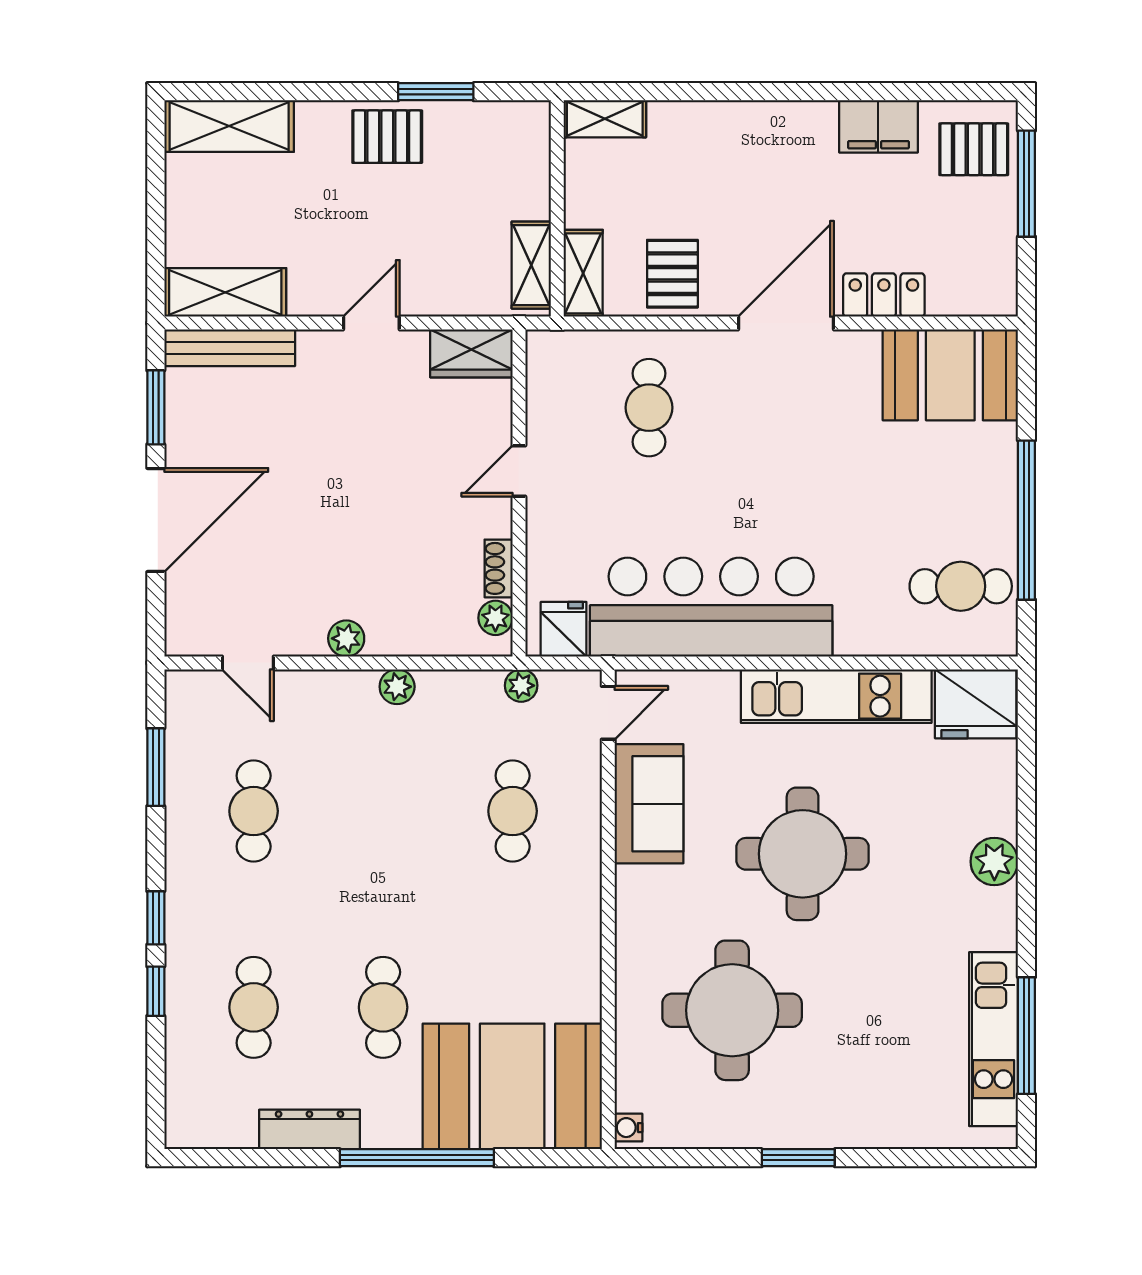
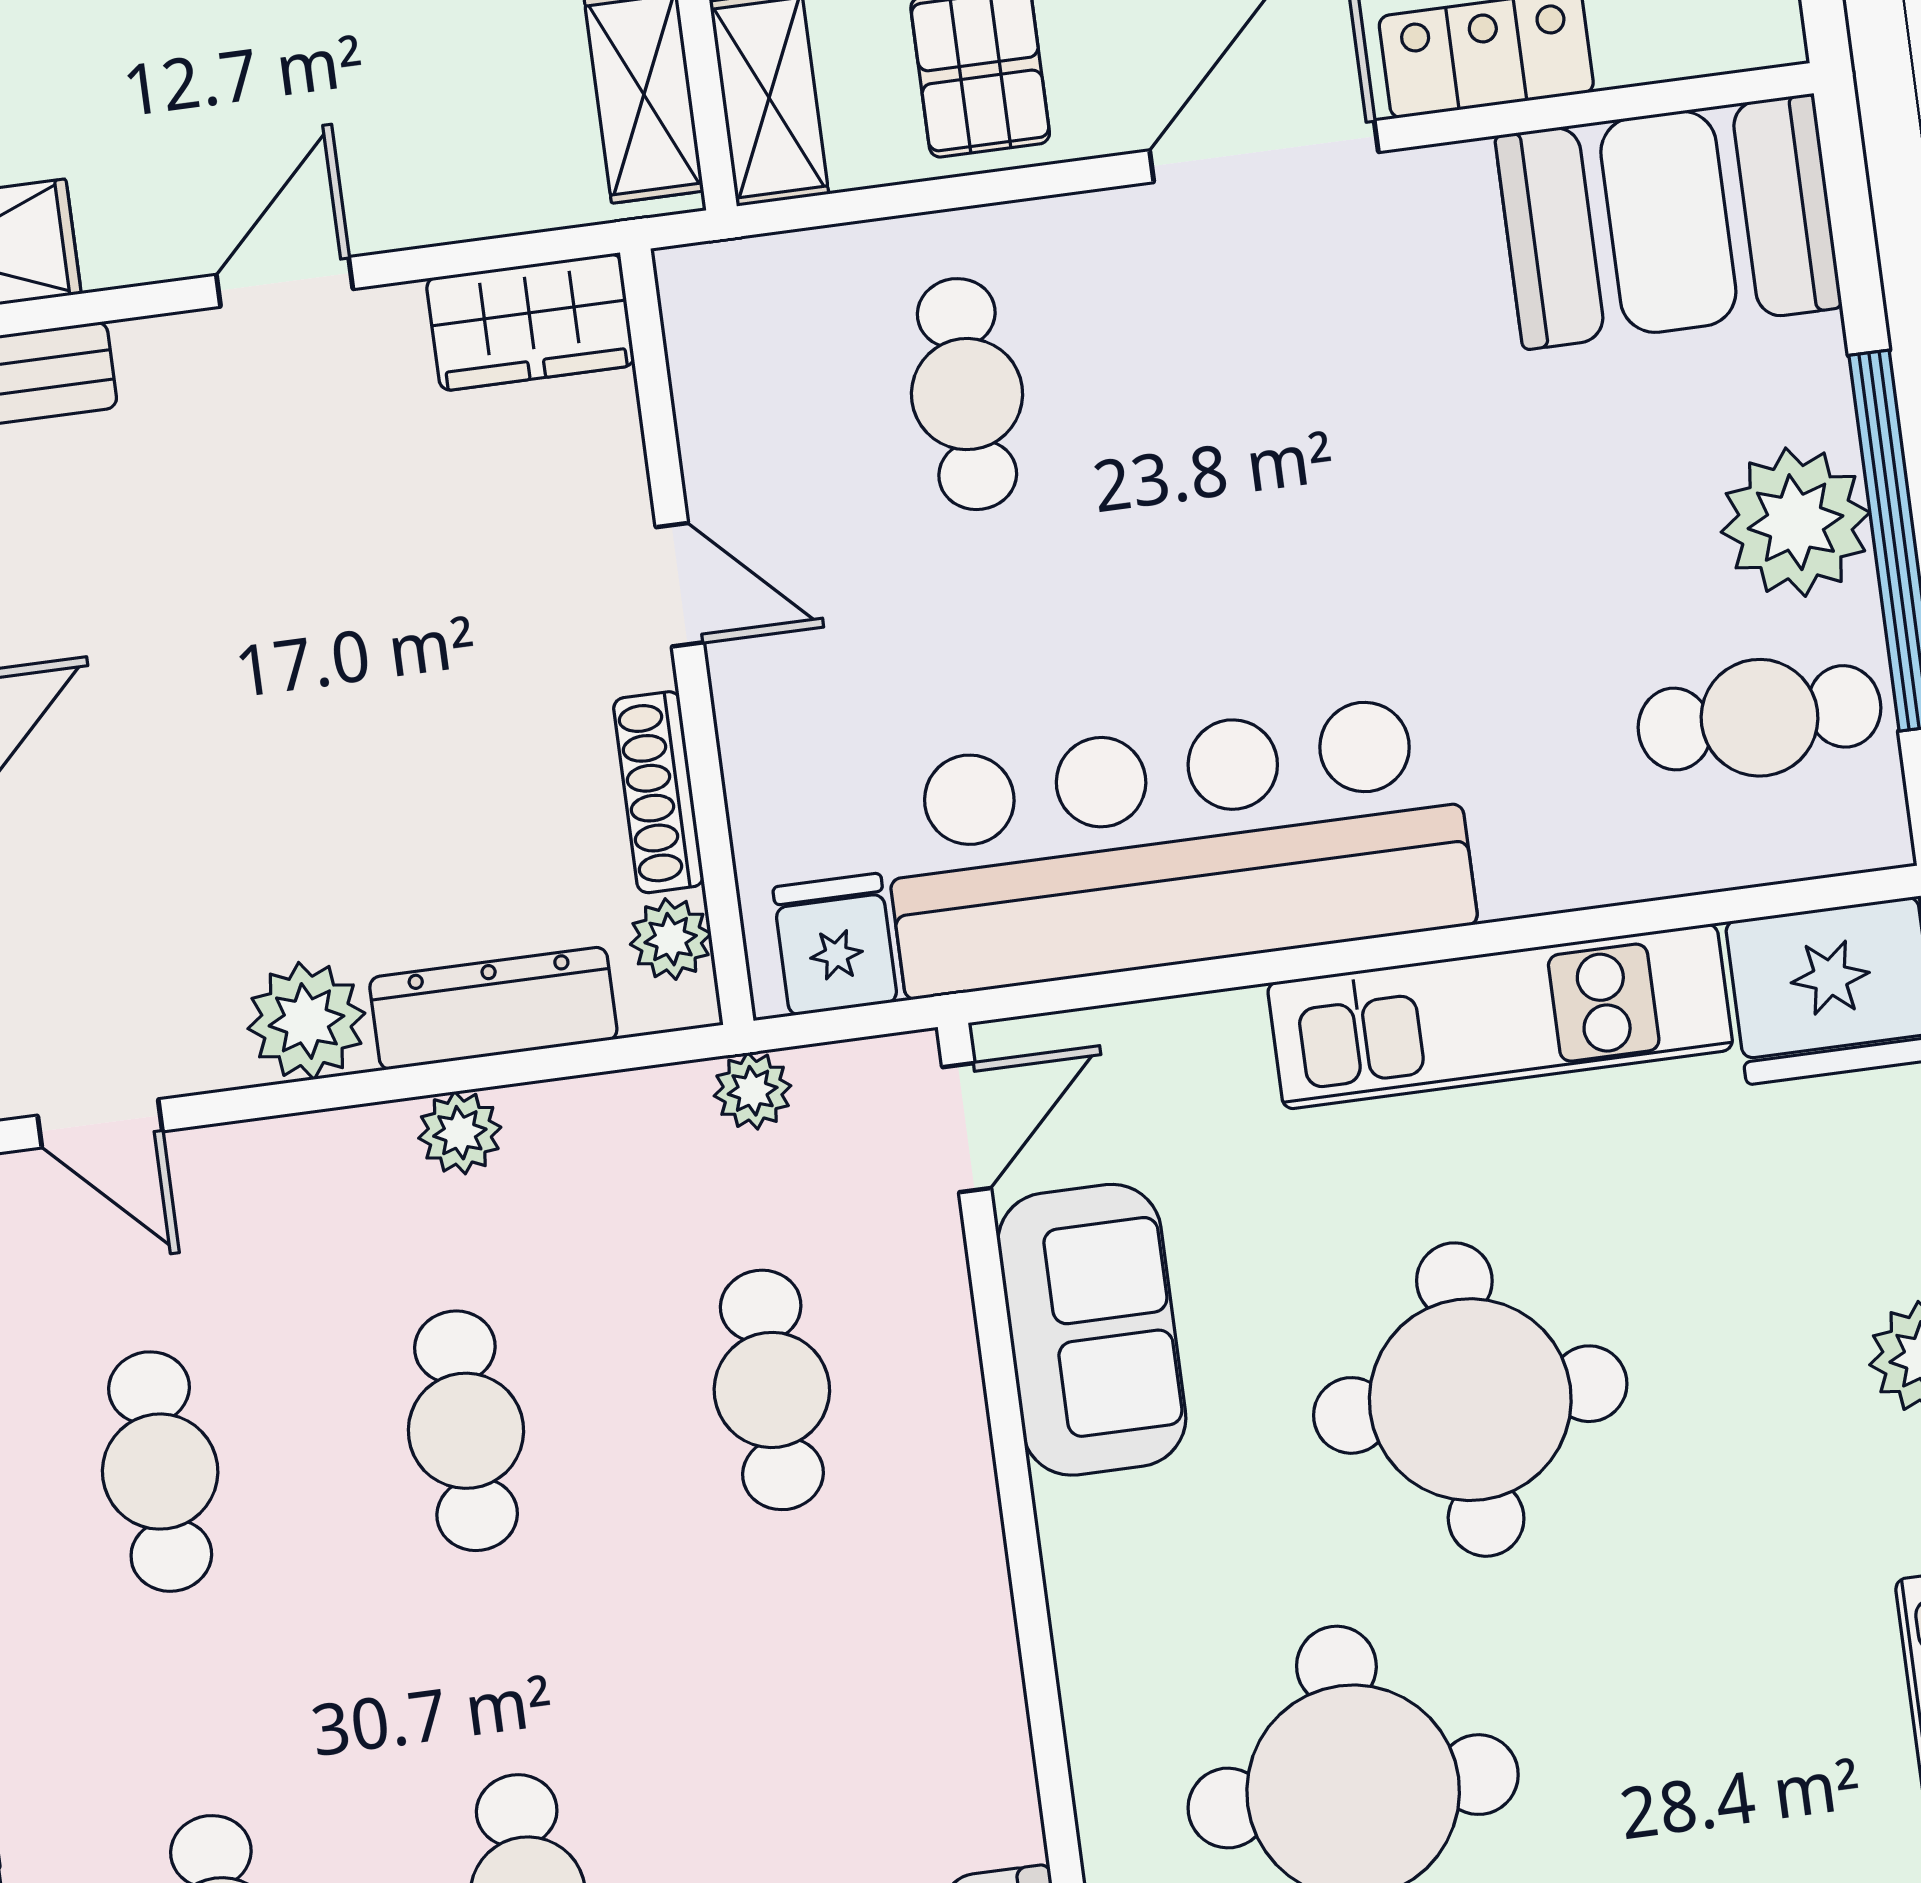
door: (519, 471) -> (680, 585), swing flipped
plant: (987, 507) -> (1795, 522), added
shoe rack: (499, 568) -> (658, 792), width x1.43
dresser: (418, 637) -> (493, 1008), added
plant: (346, 638) -> (306, 1021), width x1.38, depth x1.38
cafe table: (383, 811) -> (466, 1431), added

